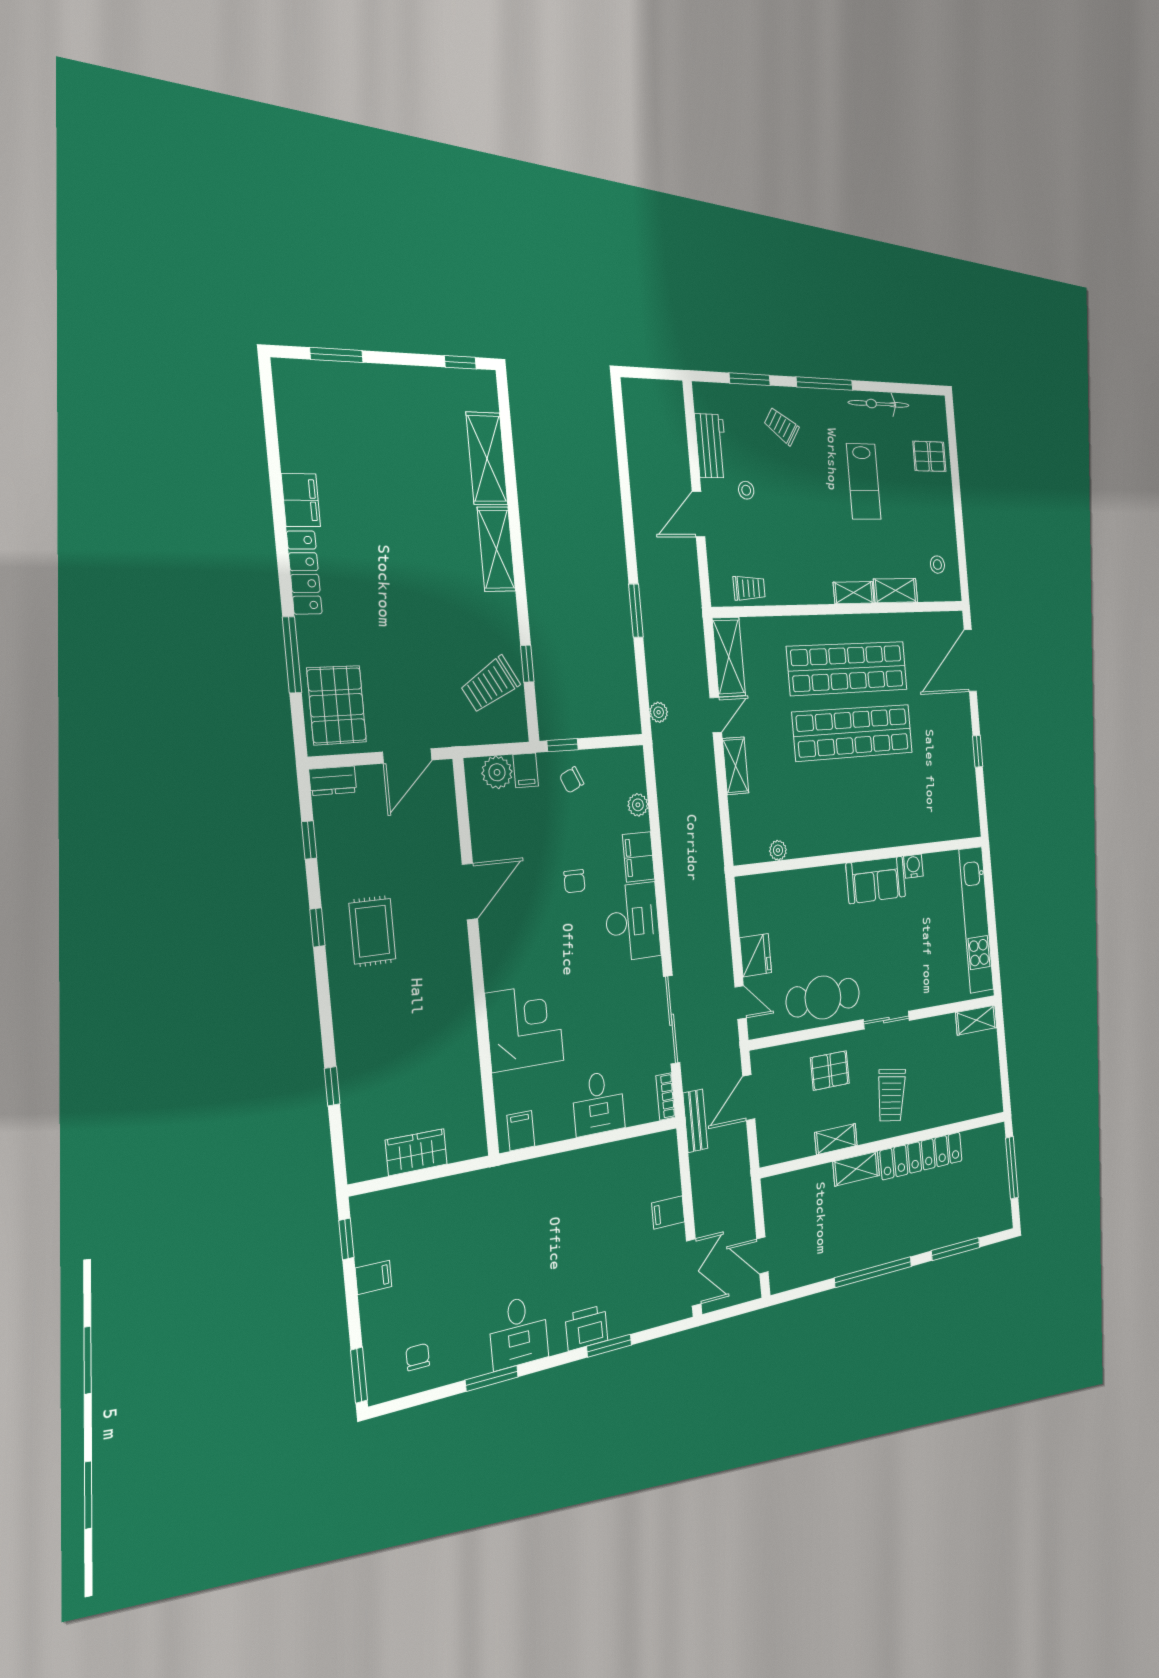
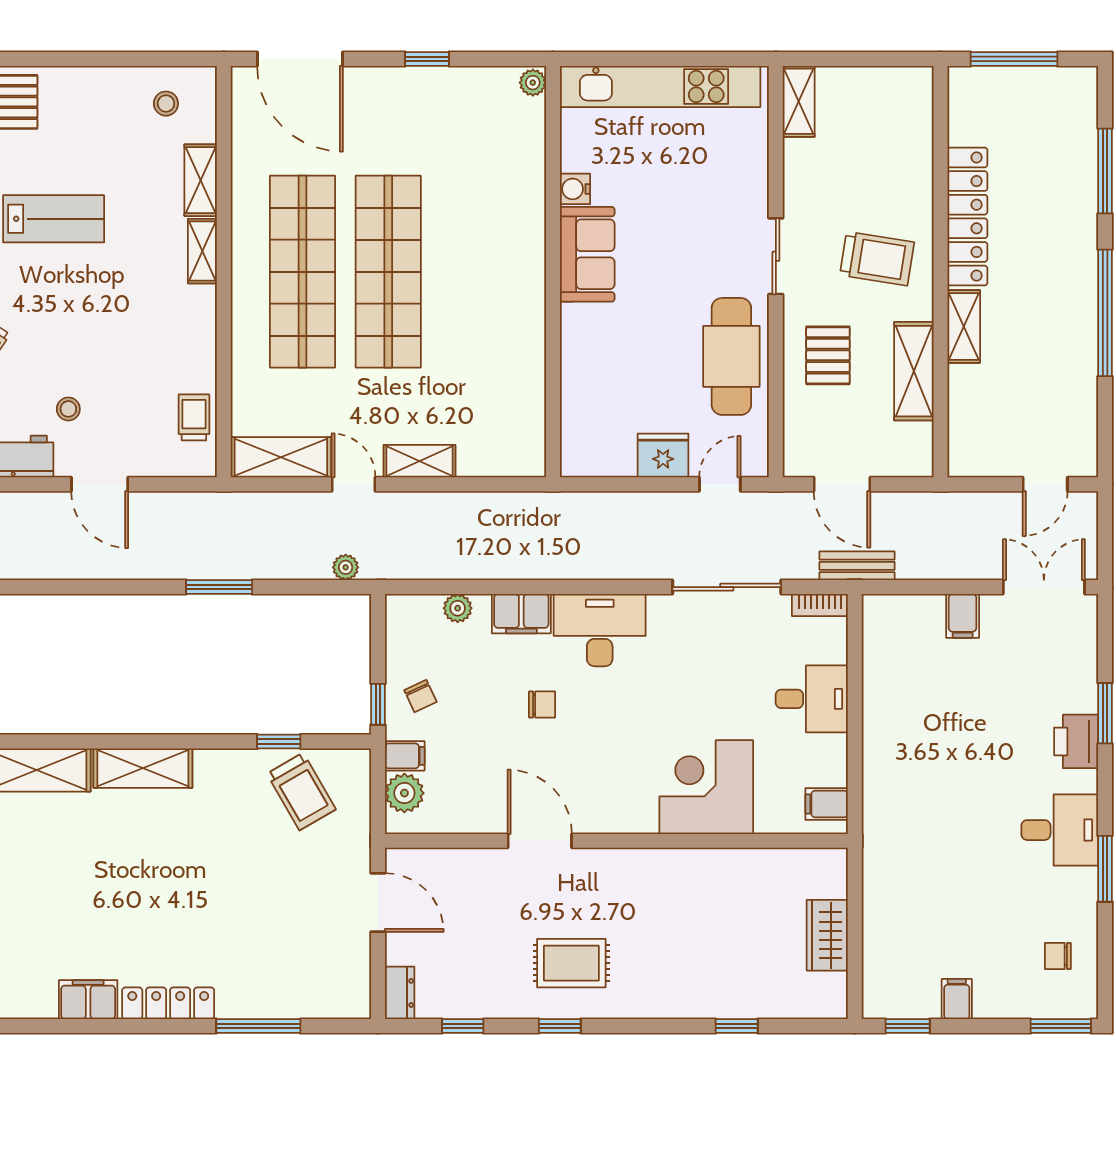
pallet: (337, 705) -> (316, 980), removed
plant: (778, 850) -> (533, 83), moved
shelving: (836, 1139) -> (914, 371), width x1.50, depth x1.33

